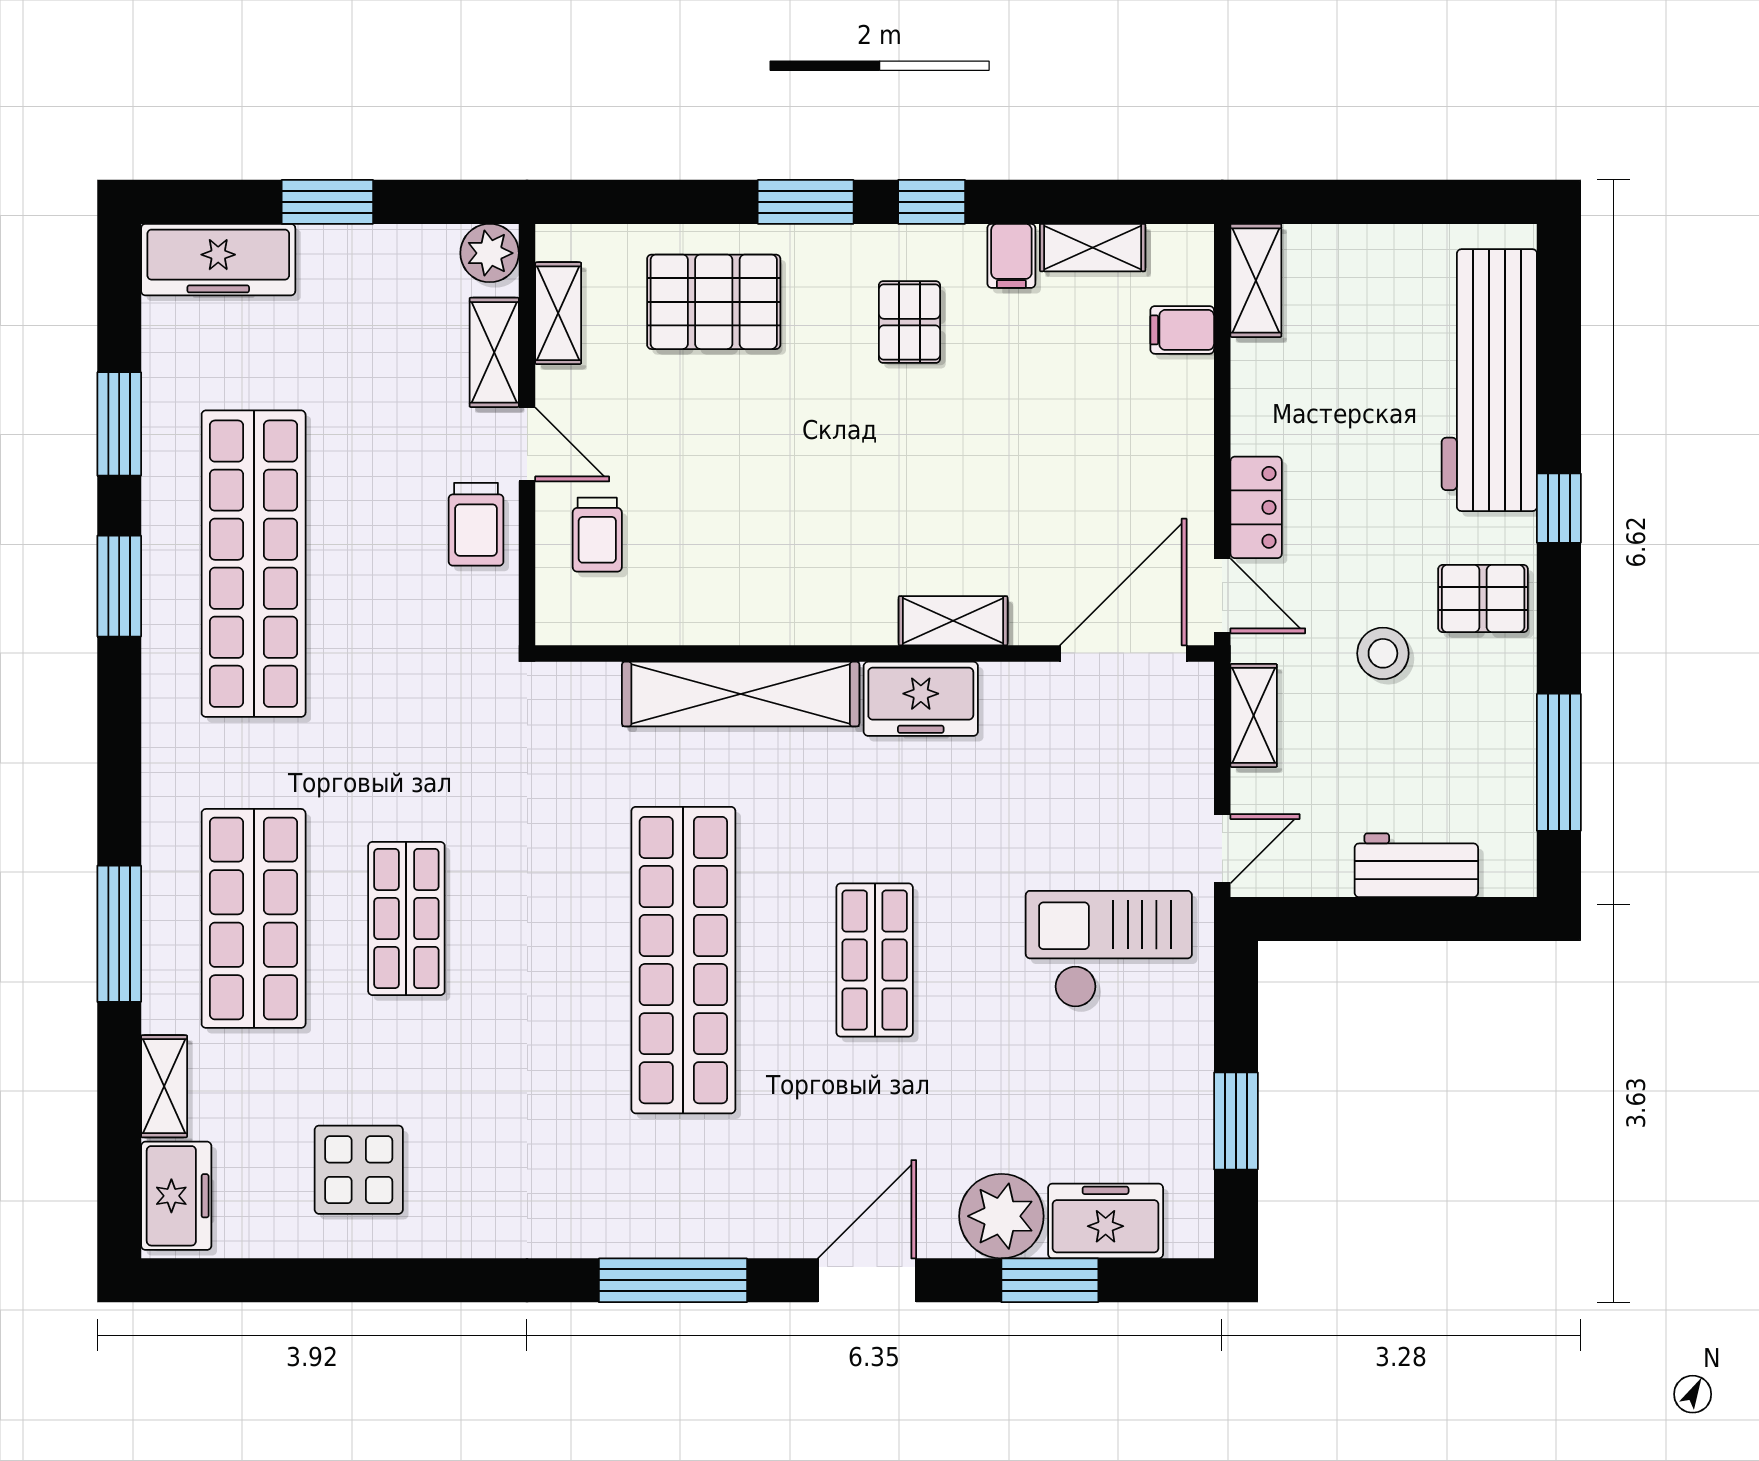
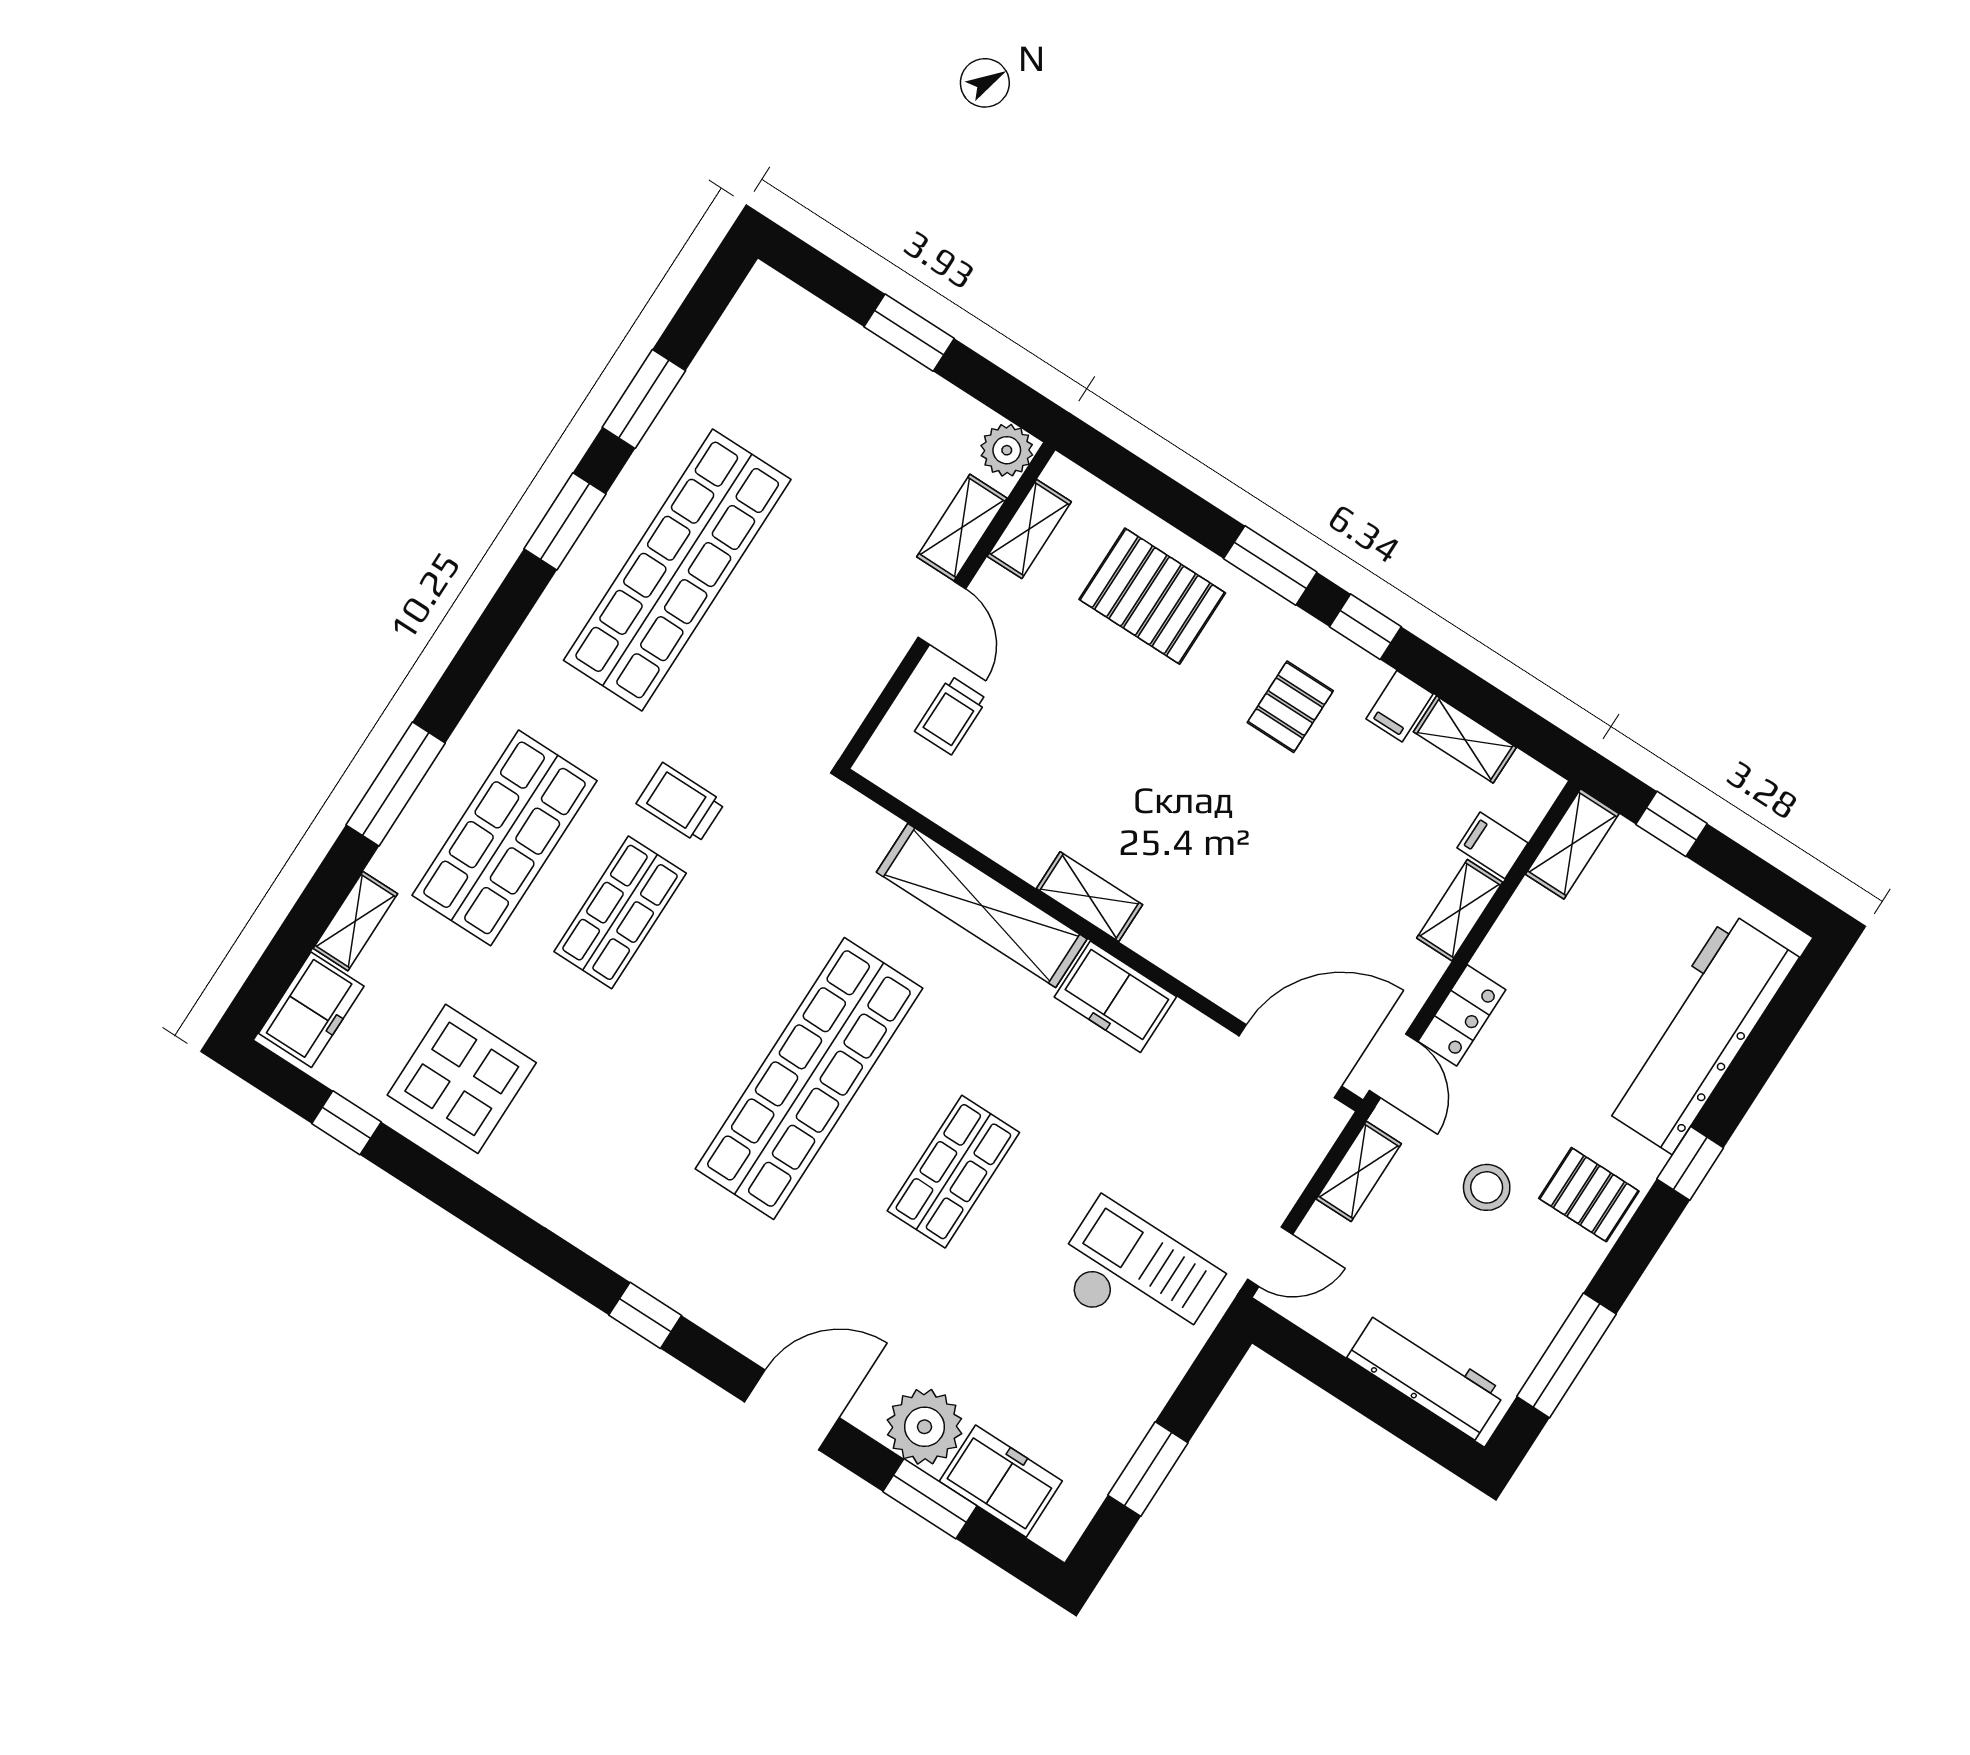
window: (1337, 202) -> (1671, 824), added
freezer: (218, 260) -> (799, 323), removed
shelving: (1191, 410) -> (1460, 910), added
trolley: (476, 524) -> (681, 803), moved, turned 90
shelving: (953, 621) -> (1089, 897), moved
workbench: (1416, 865) -> (1426, 1375), width x1.38
display table: (359, 1170) -> (462, 1079), width x1.36, depth x1.36
window: (277, 1280) -> (346, 1123), added
window: (673, 1280) -> (645, 1315), width x0.46

